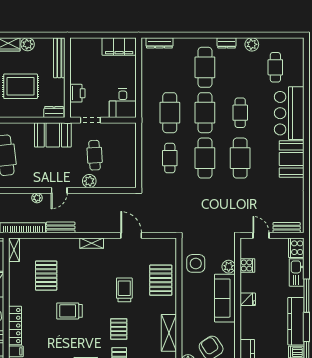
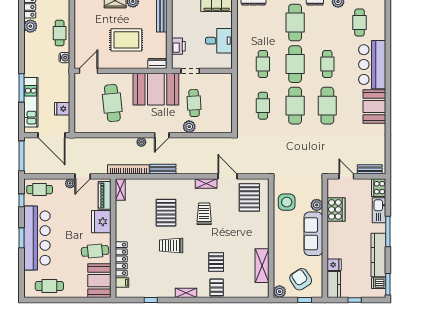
desk: (123, 103) -> (219, 41), moved, turned -90
cafe table: (170, 113) -> (263, 64), width x0.73, depth x0.74
booth: (53, 135) -> (156, 89), width x1.36, depth x1.42
shelving: (92, 243) -> (206, 183), moved
cooker: (247, 265) -> (336, 209), width x1.87, depth x1.31
pallet: (46, 276) -> (166, 213), moved
pallet: (161, 280) -> (249, 197), moved
trolley: (124, 290) -> (204, 214), moved
fridge: (248, 299) -> (334, 265), moved

